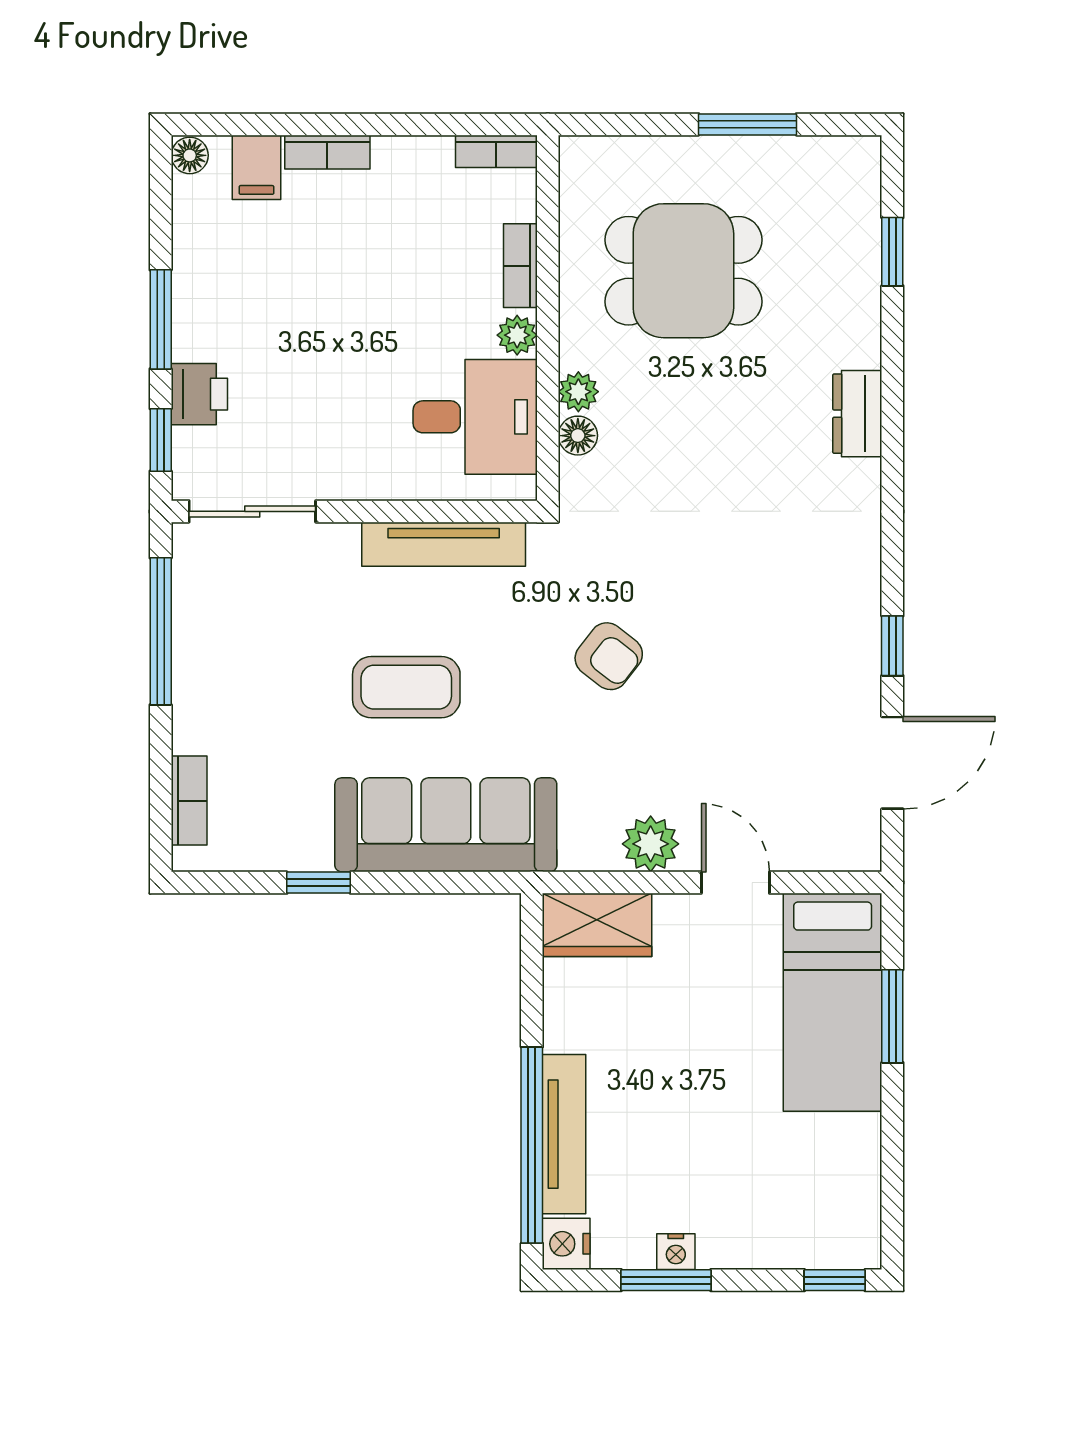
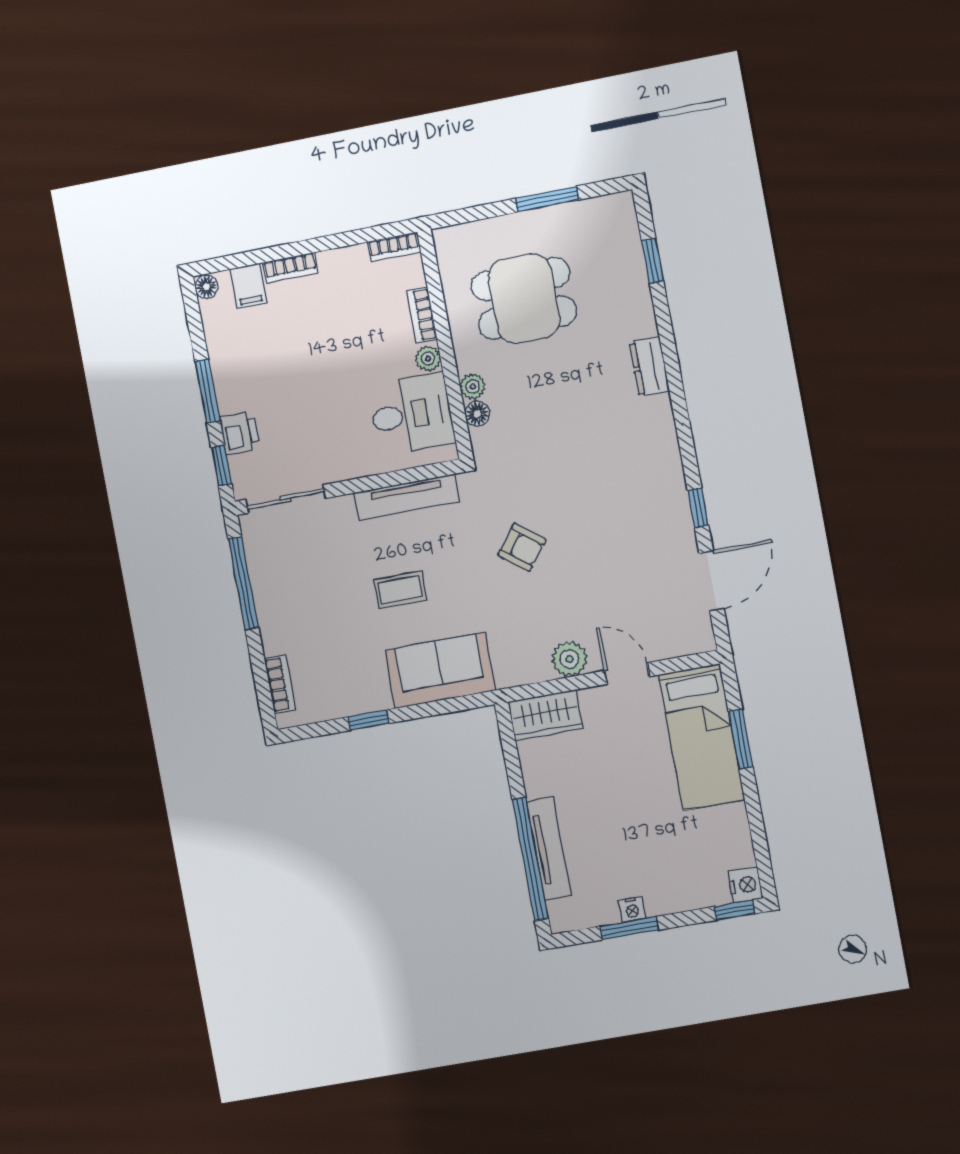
coffee table: (406, 687) -> (400, 590), width x0.73, depth x0.77
sofa: (446, 825) -> (440, 670), width x0.73
nightstand: (566, 1244) -> (745, 885), moved, turned 180

